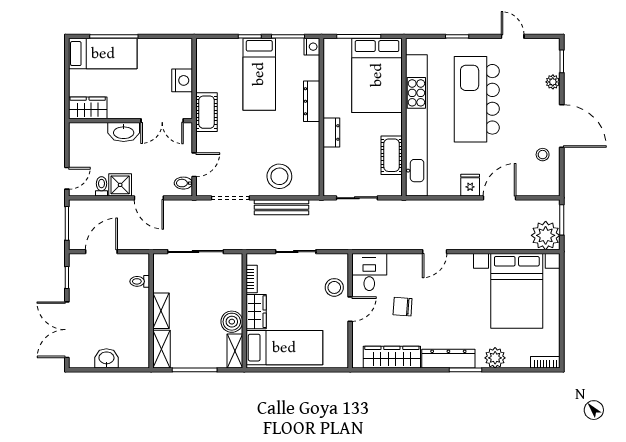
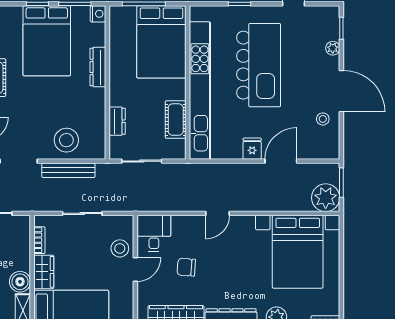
bed: (259, 74) -> (47, 41), width x1.50
kitchen island: (477, 99) -> (259, 65), turned 180
dresser: (331, 132) -> (117, 121), moved

